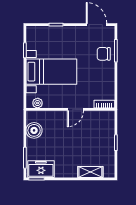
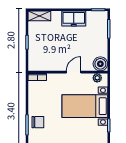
door: (75, 109) -> (74, 72), moved
boiler: (34, 130) -> (100, 64), moved
freezer: (41, 169) -> (74, 18), moved
shelving: (90, 172) -> (39, 16), moved

